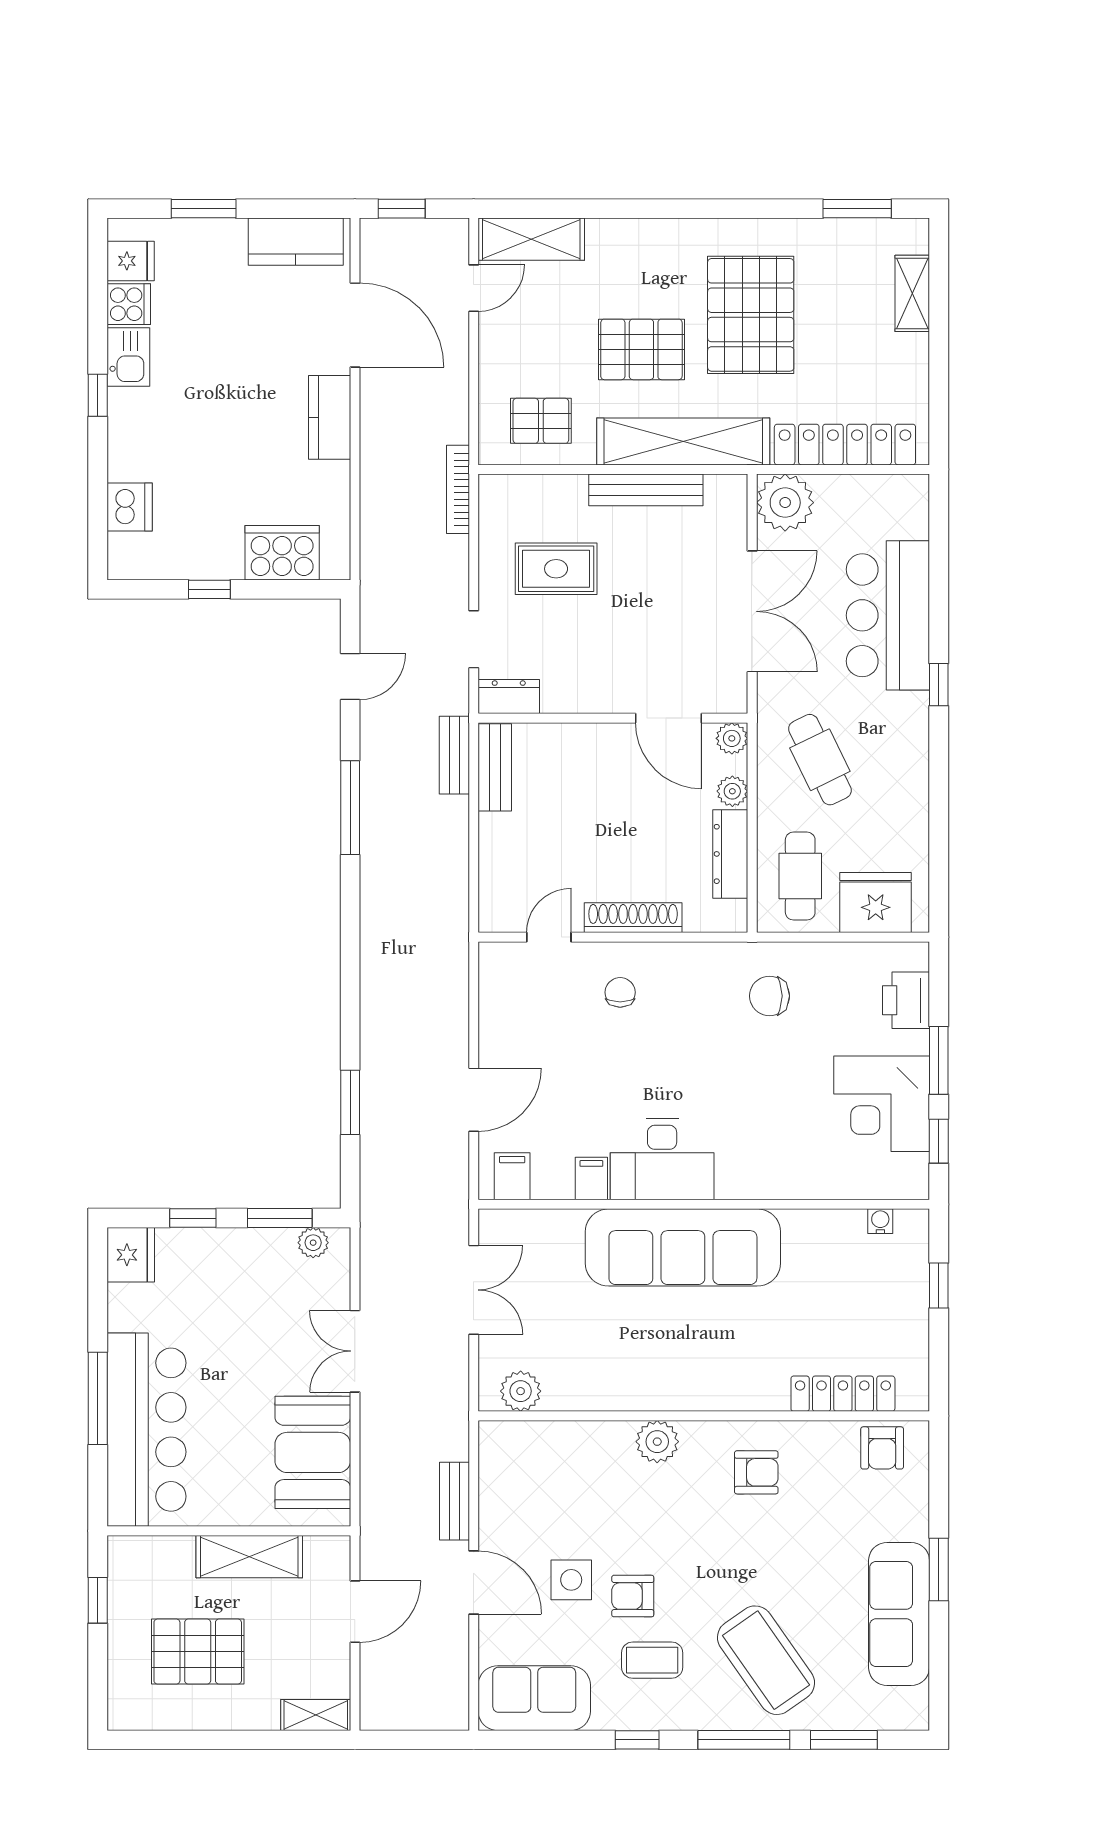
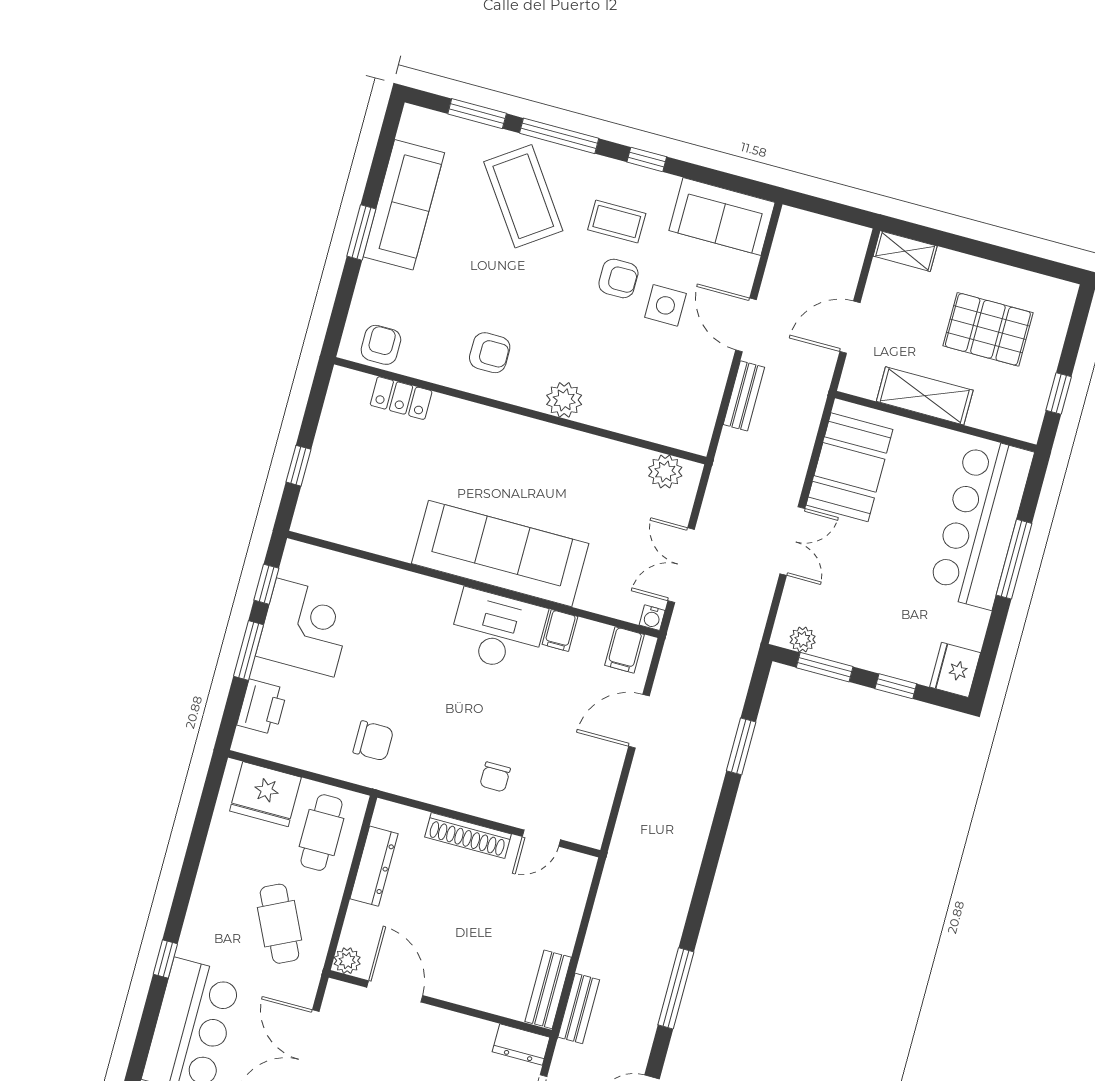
plant: (732, 791) -> (358, 917), removed
water cooler: (880, 1221) -> (652, 618), moved
locker: (843, 1394) -> (401, 398), width x0.66
armchair: (756, 1472) -> (490, 353), turned 180

